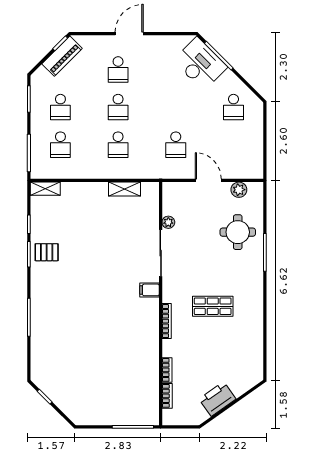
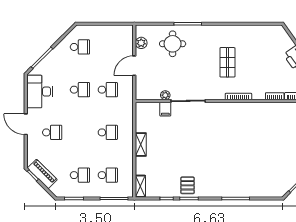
desk: (200, 64) -> (40, 92), moved, turned -45
school desk: (118, 107) -> (80, 90), moved
shelving: (124, 189) -> (141, 144), moved
filing cabinet: (149, 290) -> (165, 109), moved

